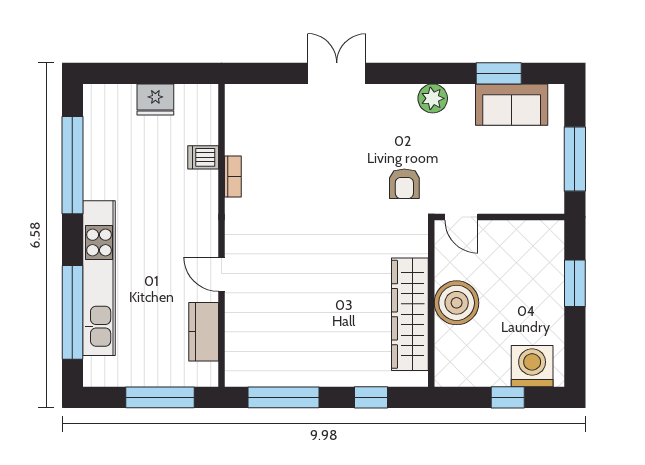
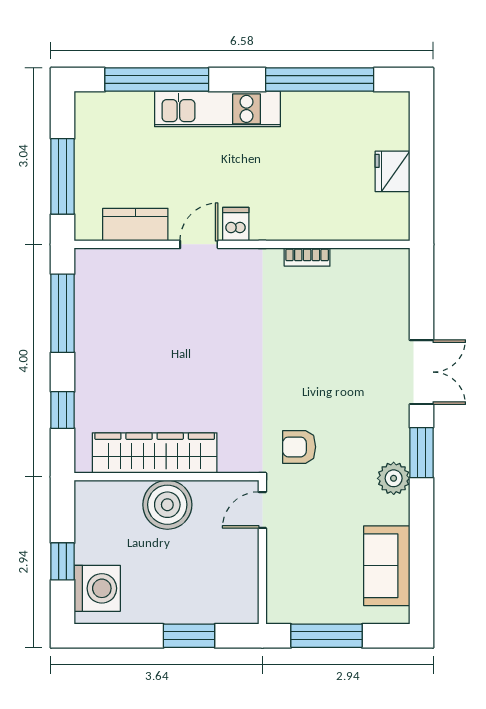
window: (499, 73) -> (421, 453), moved
dishwasher: (203, 157) -> (236, 224), moved
kitchen unit: (99, 278) -> (218, 109), width x0.73

